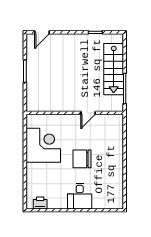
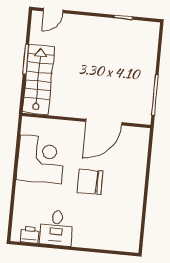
stairs: (114, 69) -> (38, 79), moved, turned 180
door: (88, 113) -> (104, 122), width x1.88
desk: (80, 196) -> (56, 228), moved

